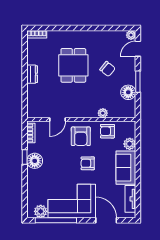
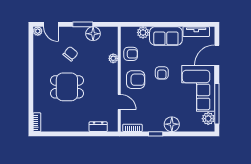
dresser: (32, 74) -> (98, 127), moved
armchair: (107, 131) -> (131, 54), turned -90
floor lamp: (35, 161) -> (172, 124), moved

